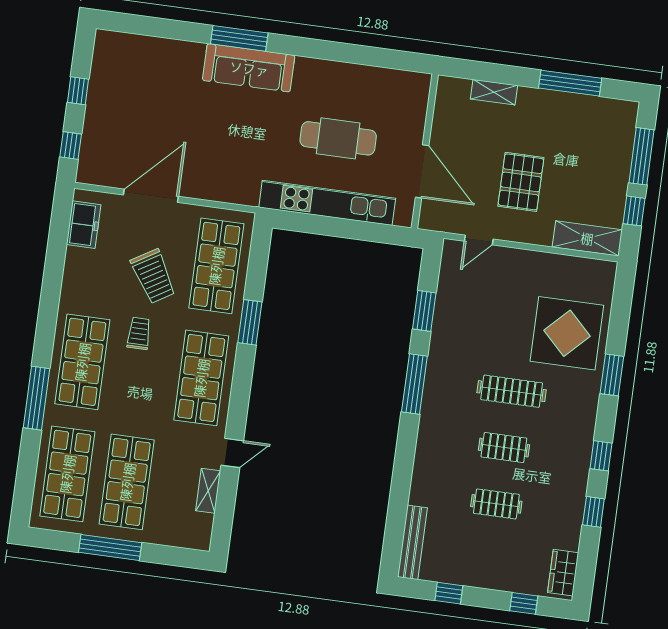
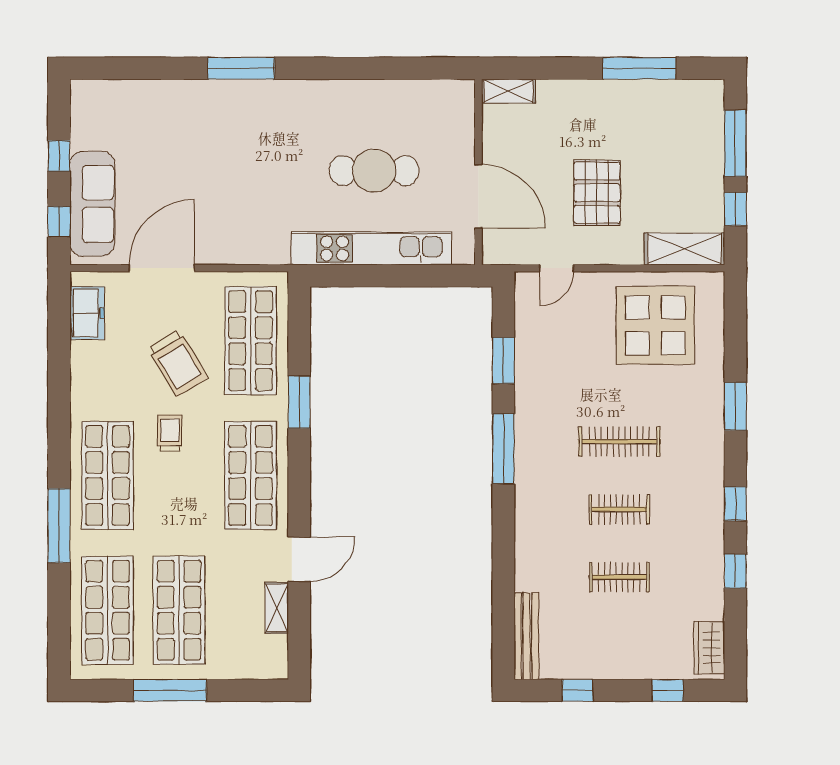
sofa: (249, 68) -> (92, 204), moved, turned -90
shelving: (494, 92) -> (508, 91), moved
display table: (567, 333) -> (655, 325), moved
door: (232, 453) -> (299, 559), width x1.38

